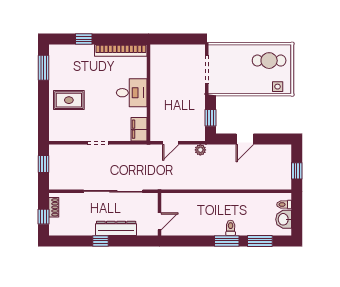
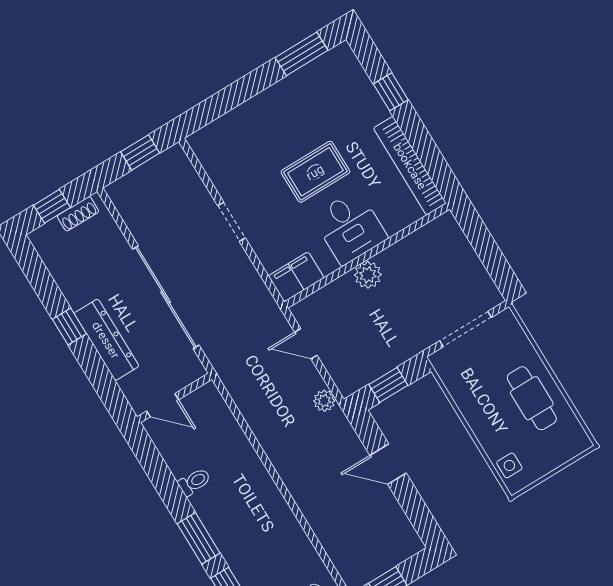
cafe table: (269, 61) -> (532, 398), moved
plant: (157, 97) -> (368, 275), added
rug: (69, 100) -> (315, 172), moved, turned 90
toilet: (231, 228) -> (194, 482), moved

